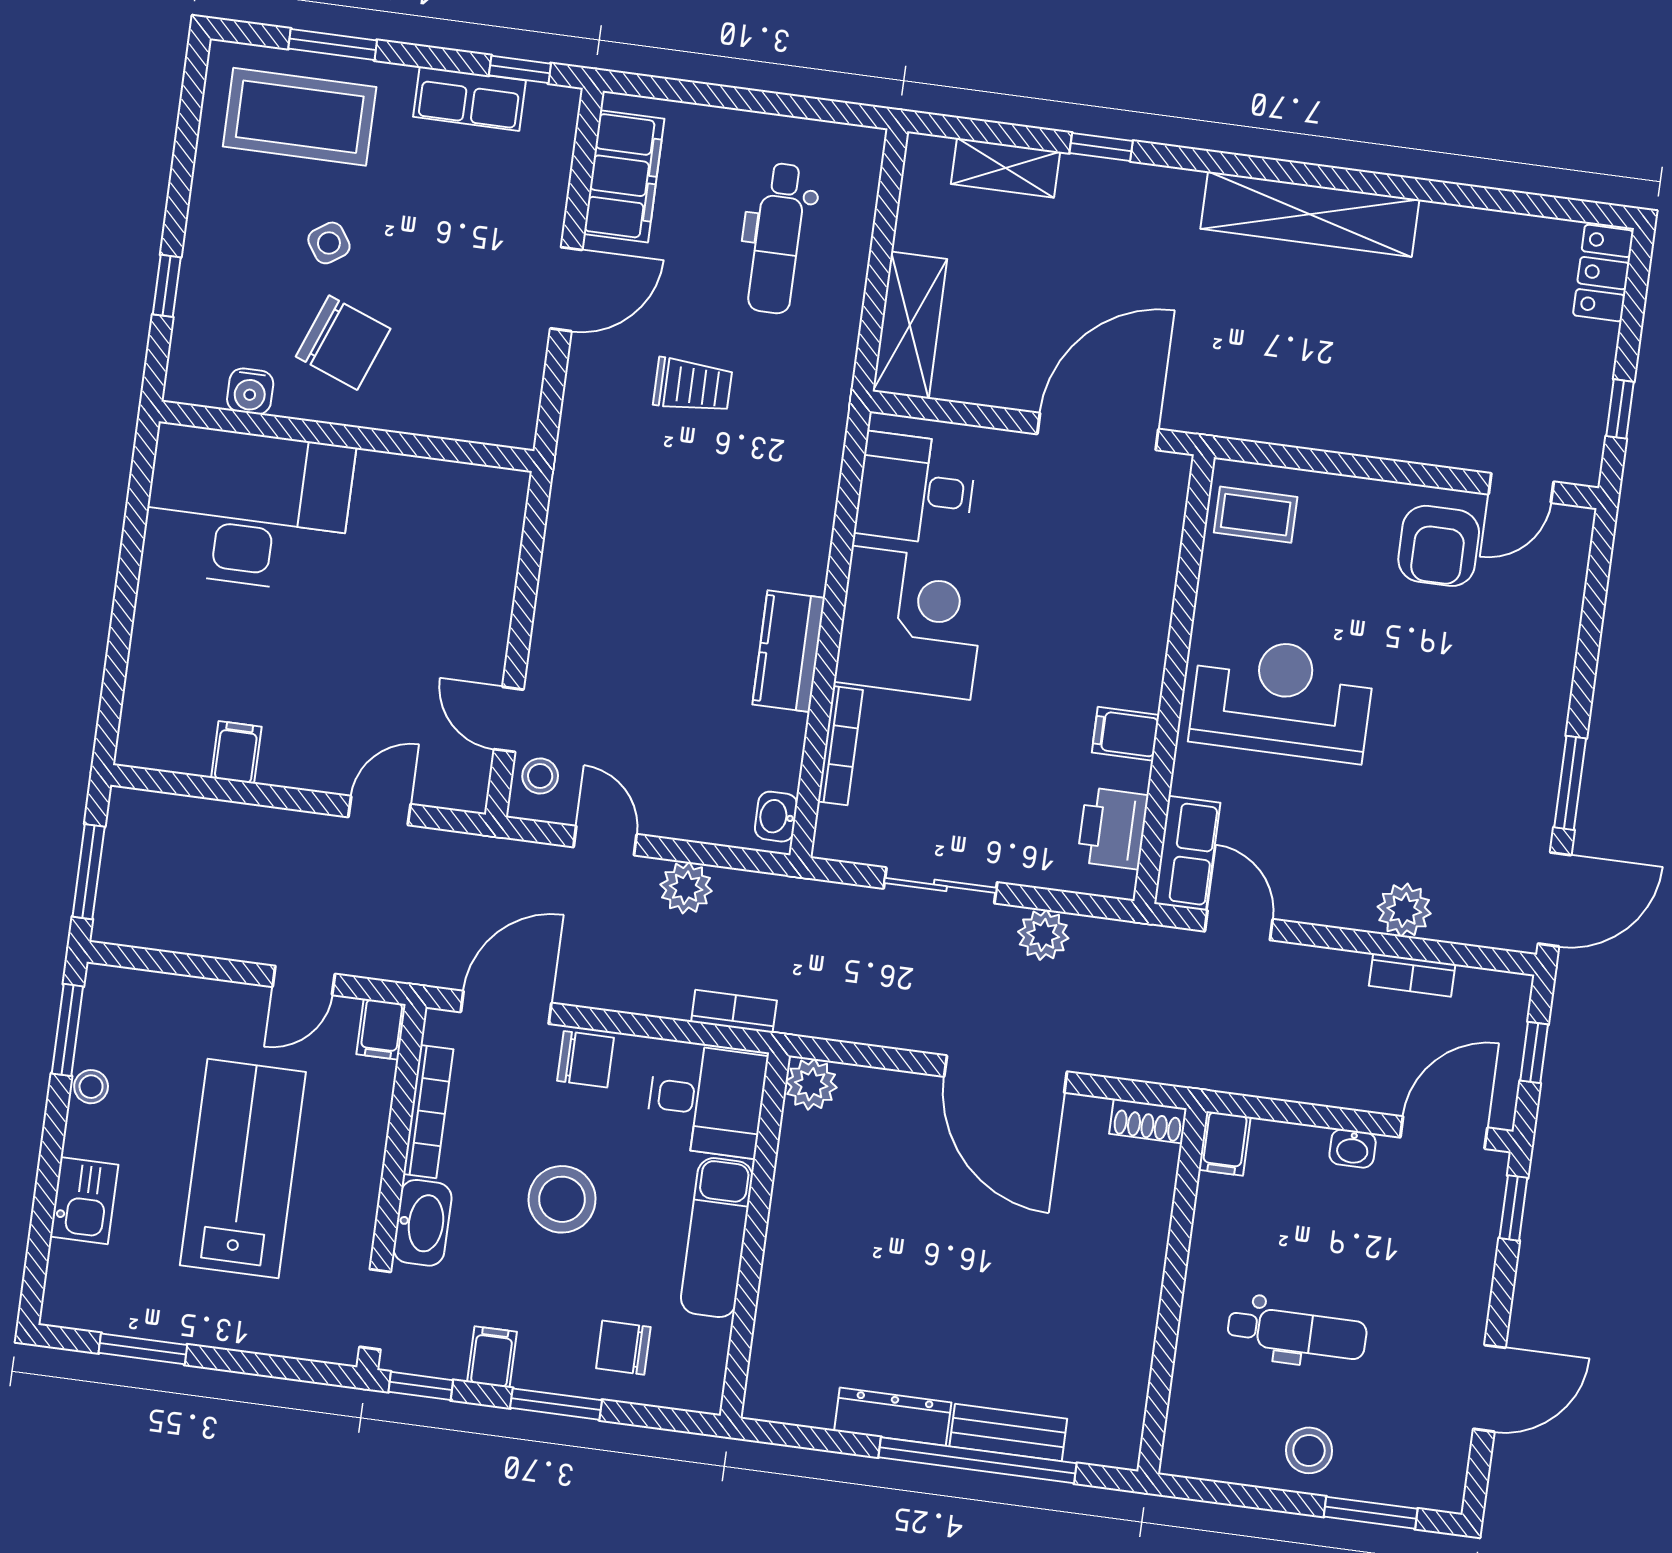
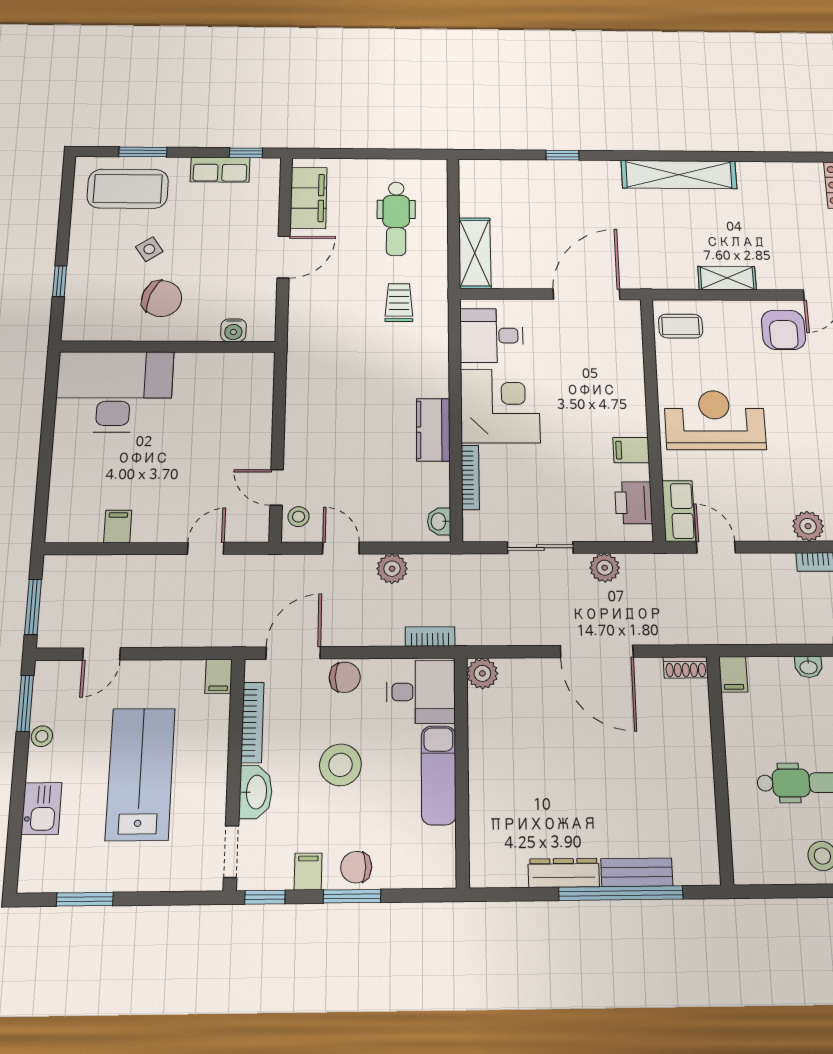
shelving: (1006, 168) -> (727, 278), moved
trolley: (693, 386) -> (399, 303), moved, turned -90
water cooler: (250, 391) -> (233, 330), moved
door: (304, 980) -> (102, 654), moved
chair: (623, 1348) -> (356, 867), moved

